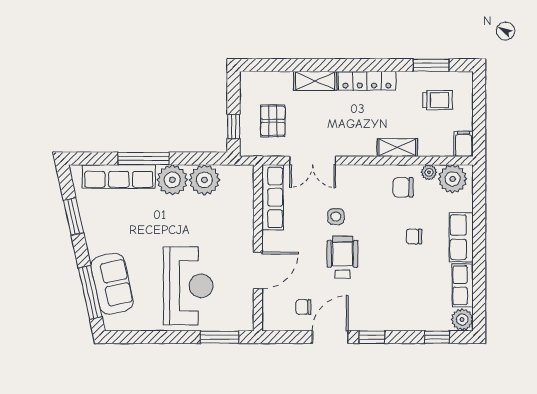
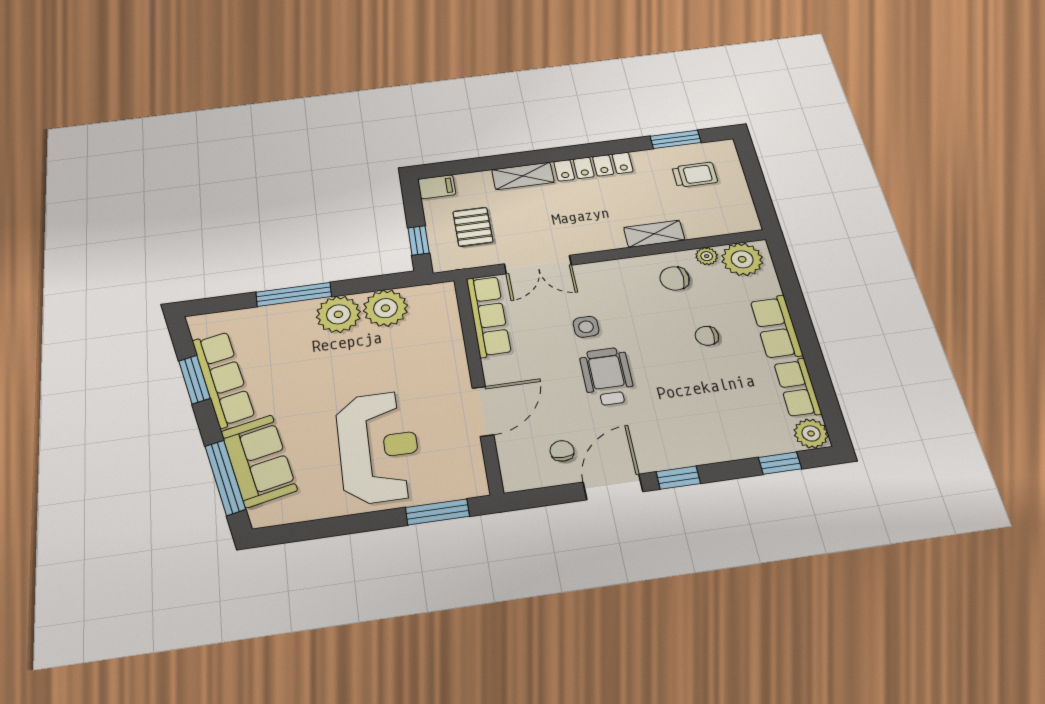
filing cabinet: (463, 144) -> (437, 187), moved, turned 90
row of seats: (119, 176) -> (223, 379), moved, turned -102
chair: (303, 307) -> (562, 451), turned 90

